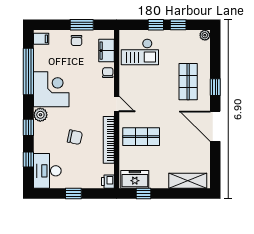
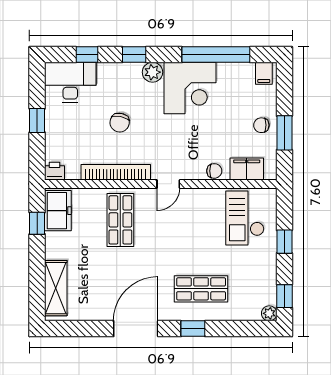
window: (178, 25) -> (284, 296), moved

